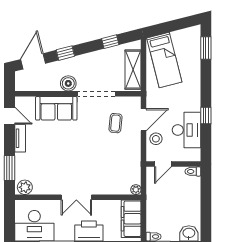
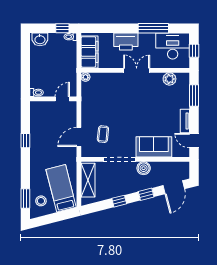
window: (110, 42) -> (119, 201), moved
desk: (186, 130) -> (42, 128), removed
stool: (156, 139) -> (41, 201), moved
plant: (25, 187) -> (169, 79), moved
window: (9, 220) -> (194, 51), added

